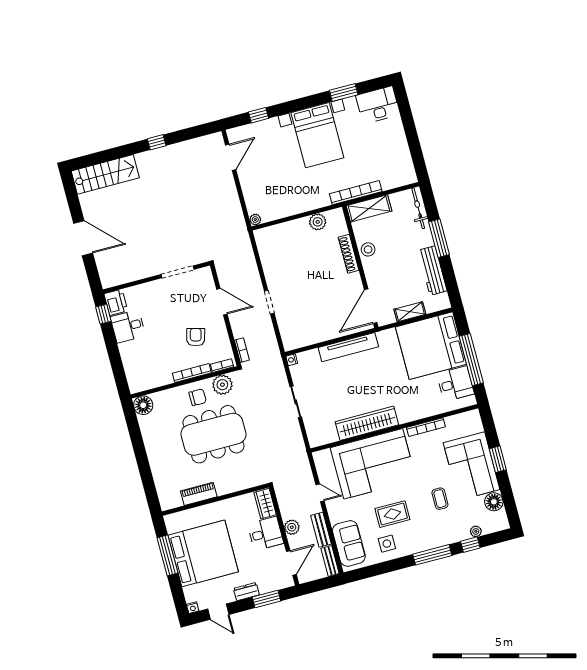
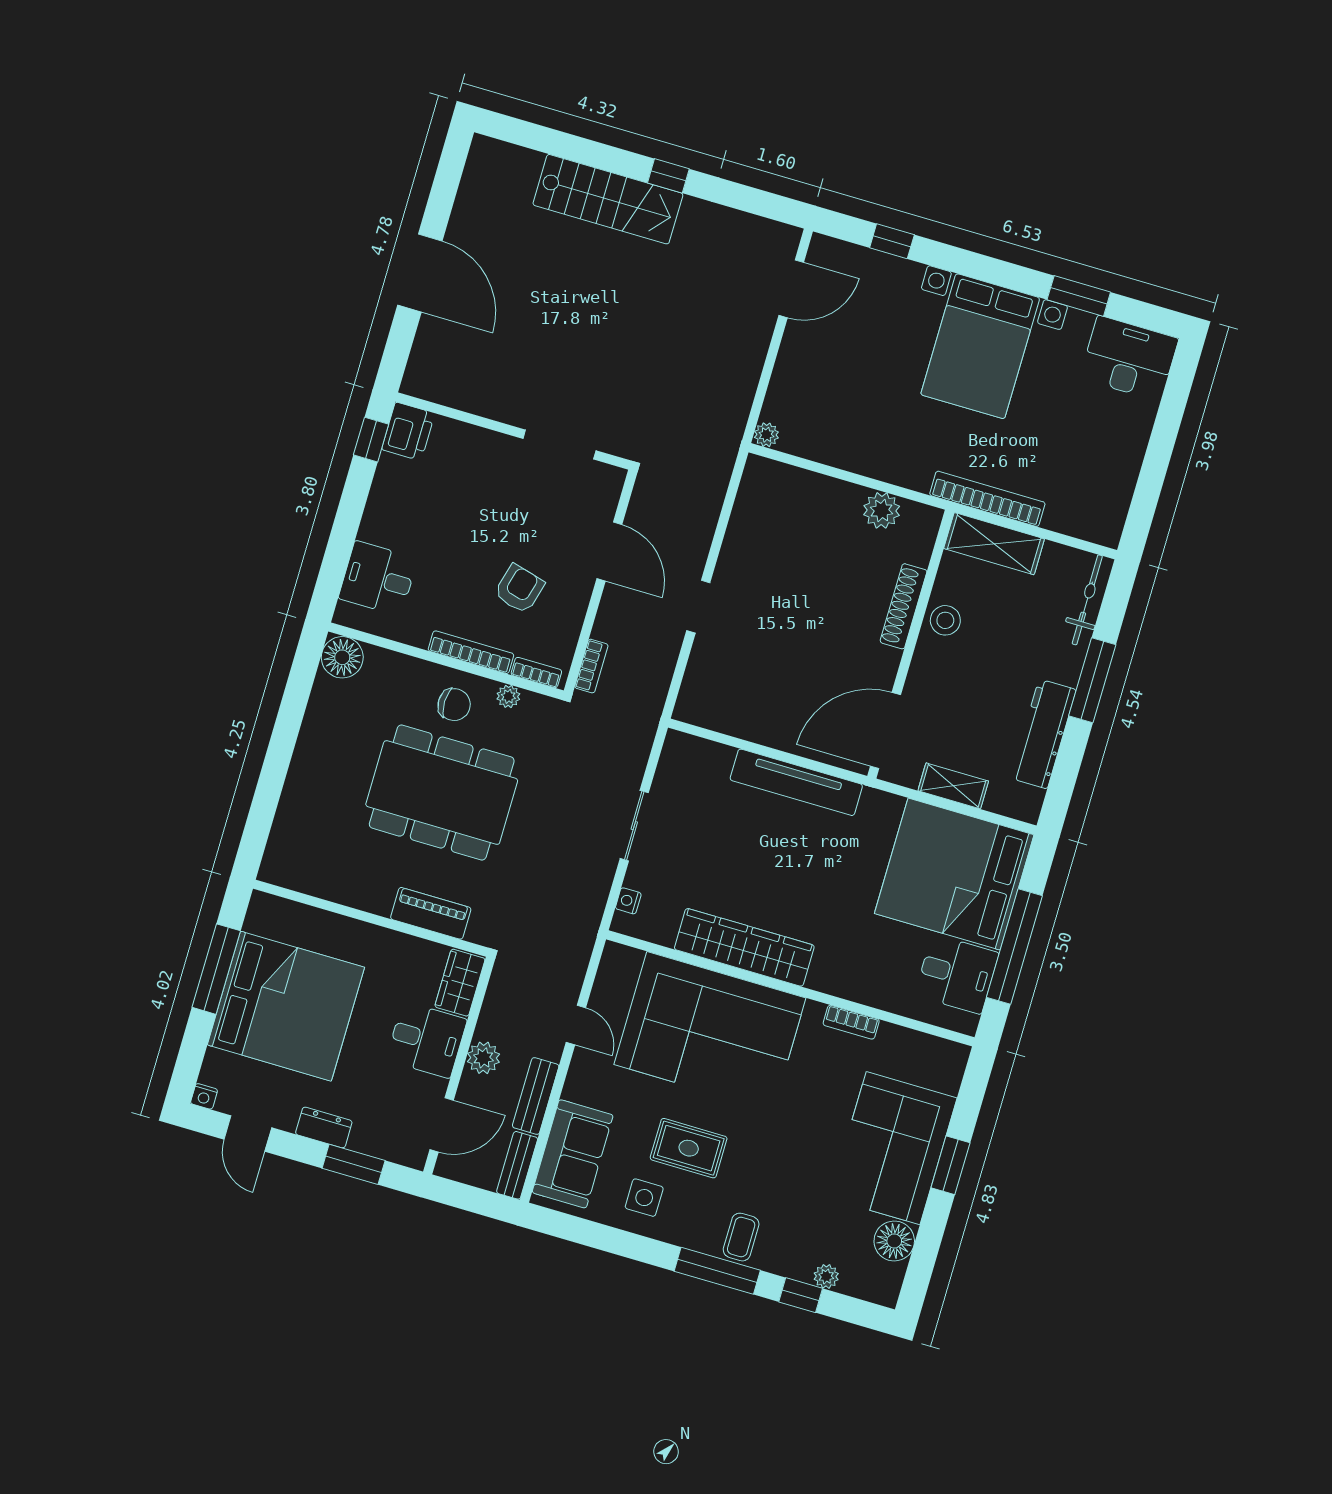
stairs: (105, 174) -> (608, 199), moved
desk: (128, 326) -> (378, 578), moved
nightstand: (292, 360) -> (628, 901), moved
plant: (222, 385) -> (508, 696), width x0.53, depth x0.53
bookcase: (426, 427) -> (851, 1022), width x0.64
piano: (199, 494) -> (431, 913), moved
coffee table: (440, 499) -> (741, 1237), moved

